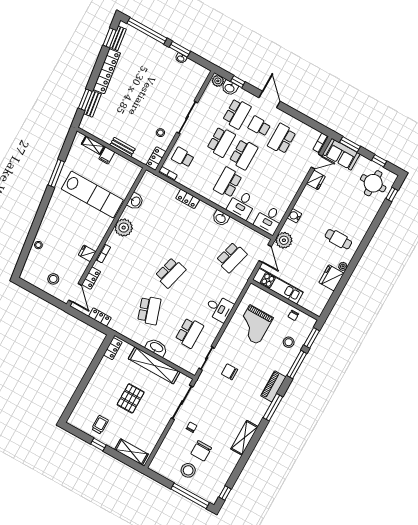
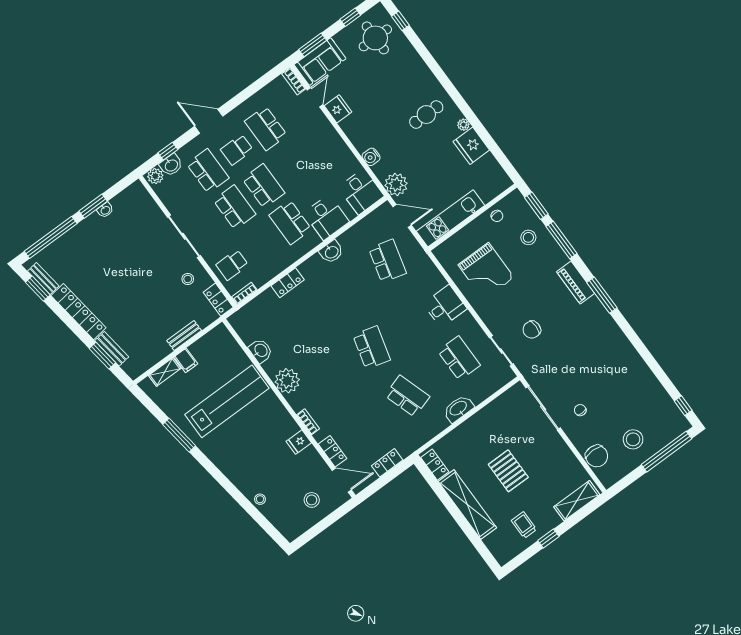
shelving: (154, 365) -> (467, 505), moved, turned 90
shelving: (244, 438) -> (624, 349), removed
chair: (201, 451) -> (597, 456), moved

